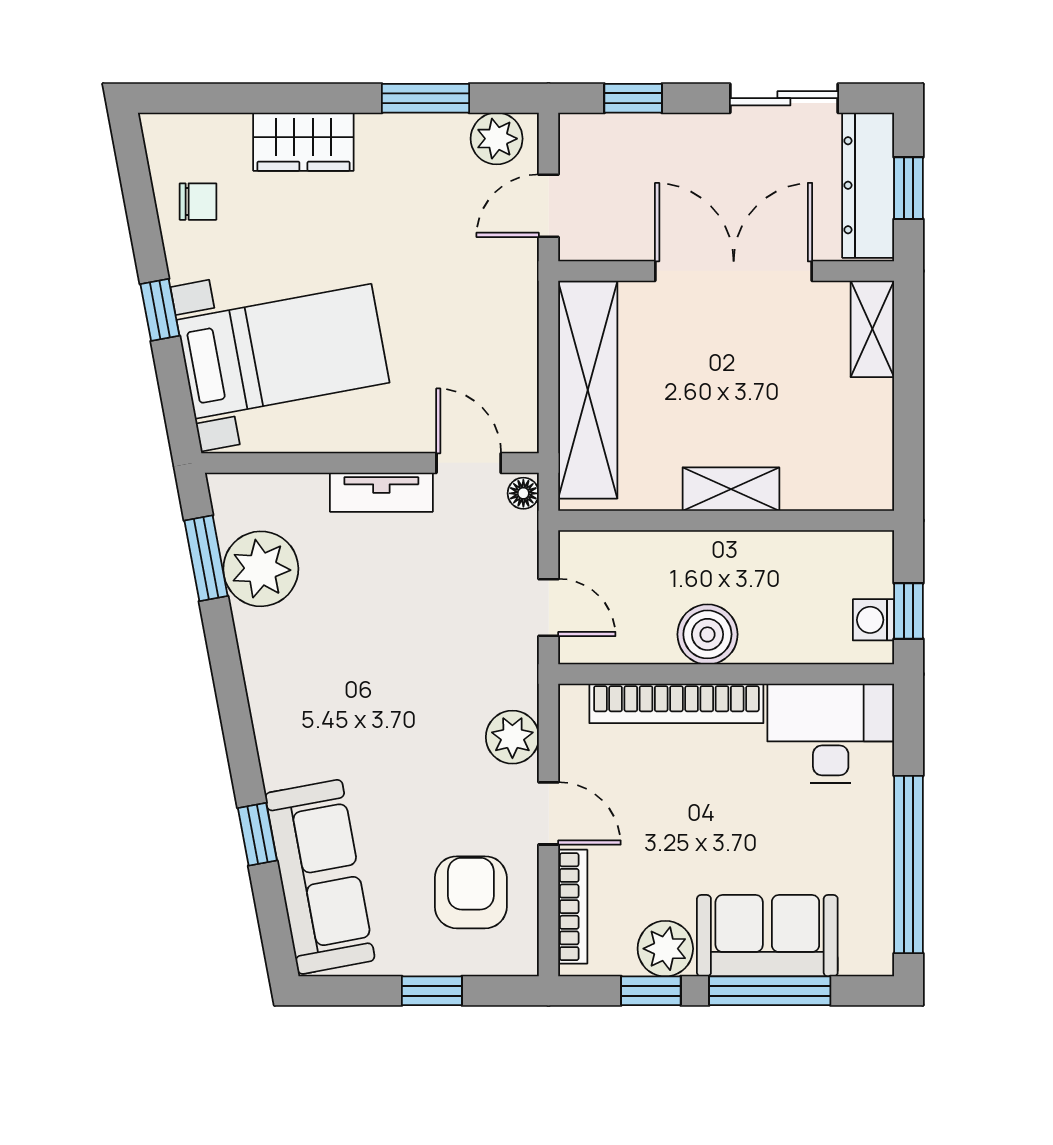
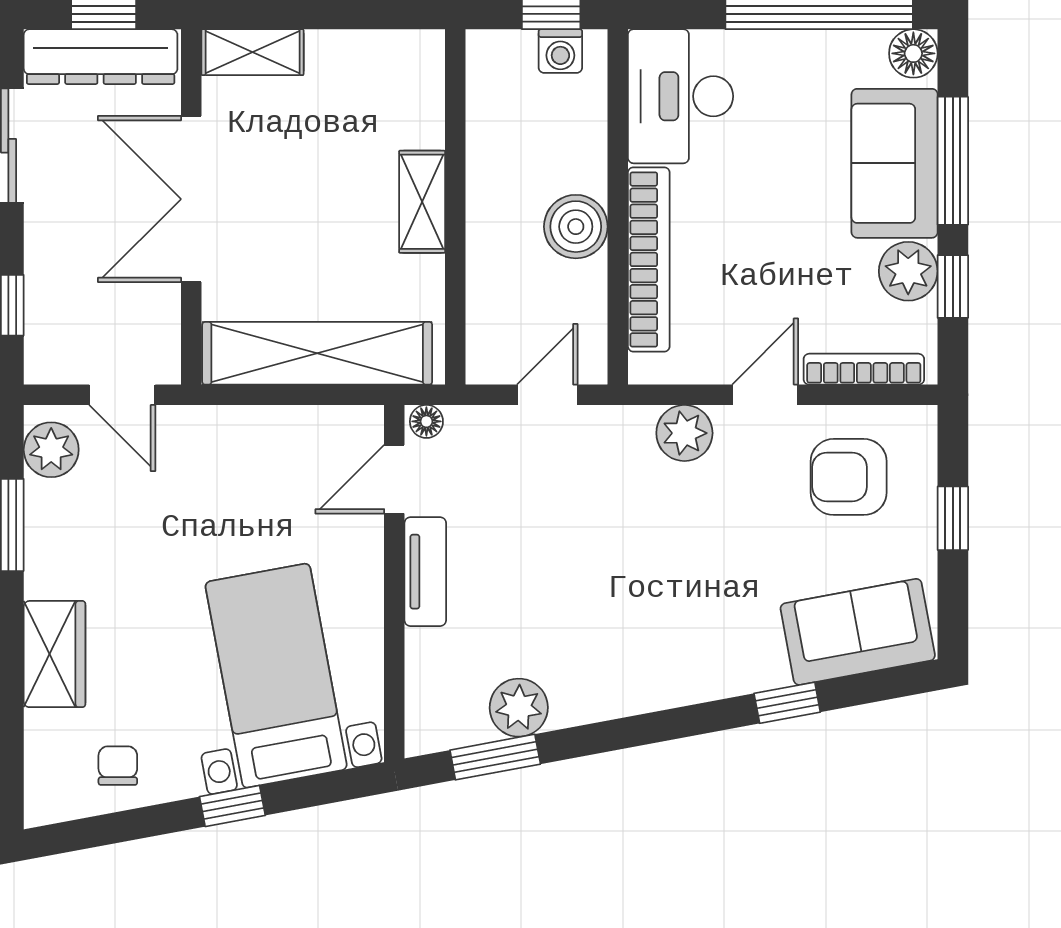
plant: (261, 569) -> (519, 708), width x0.73, depth x0.73
sofa: (320, 877) -> (858, 632), width x0.73
floor lamp: (871, 953) -> (913, 53), added

